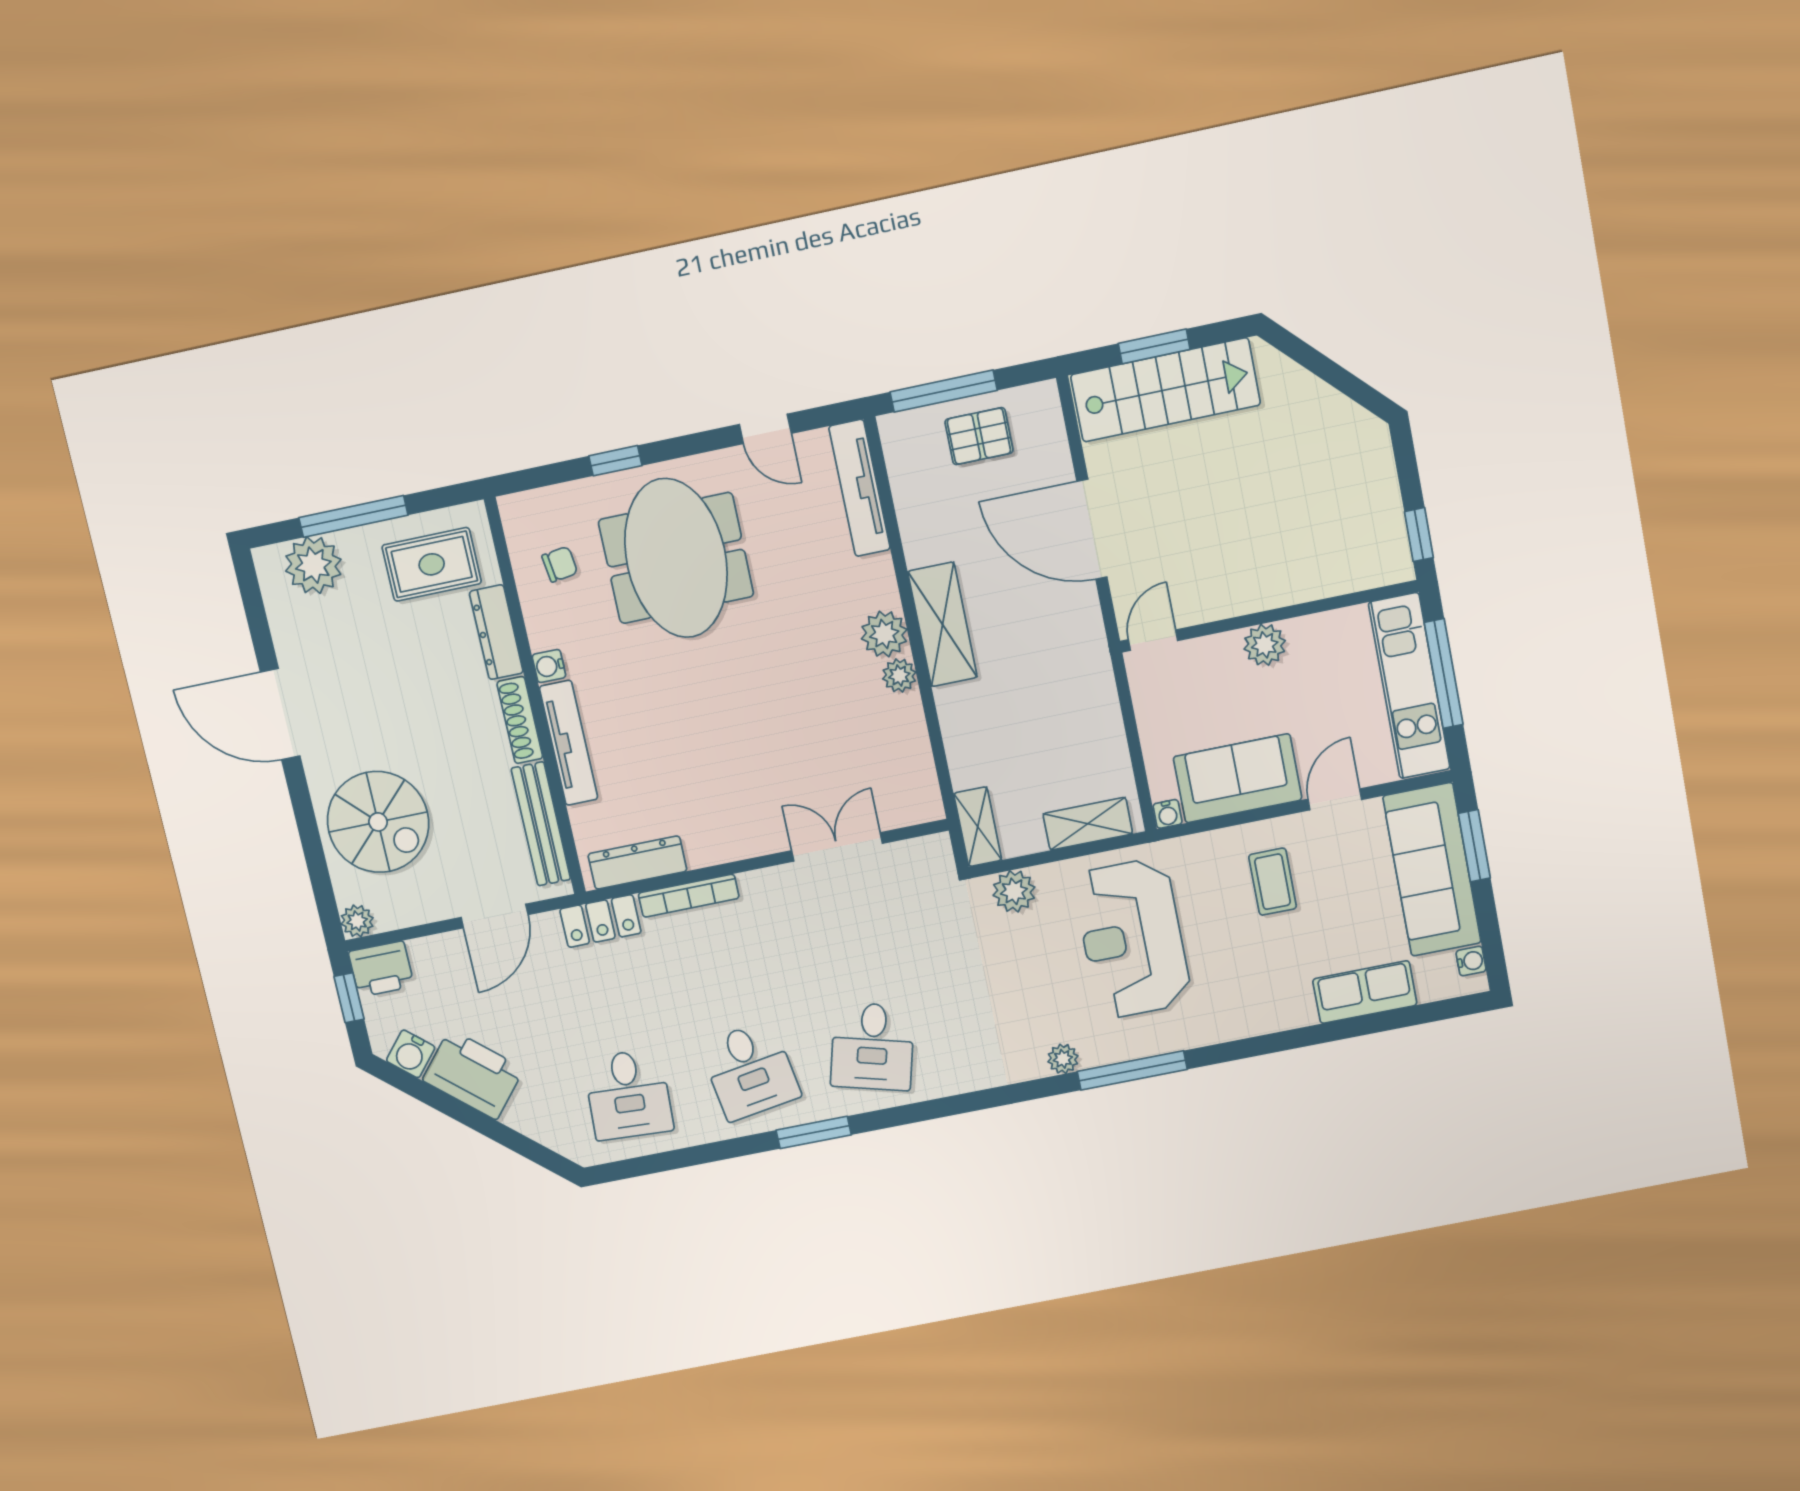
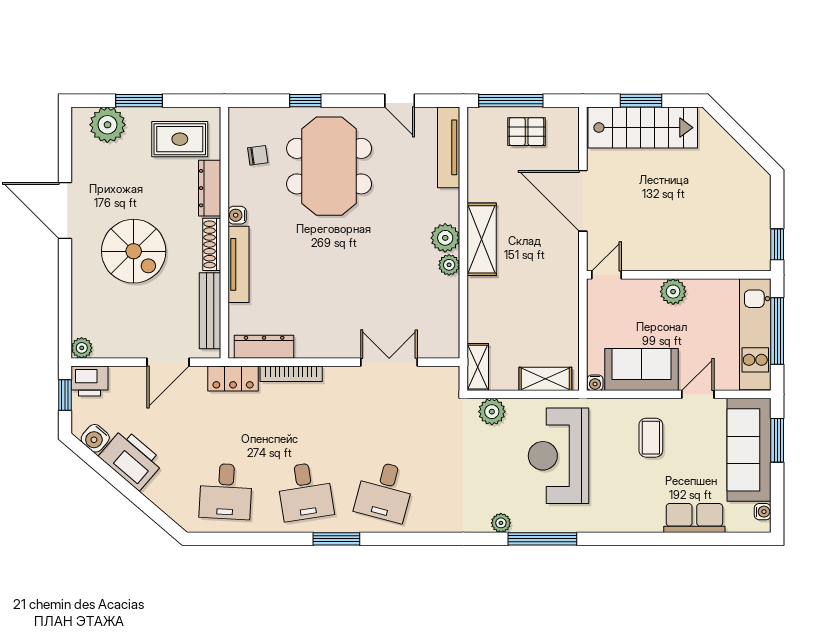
window: (353, 516) -> (139, 101), width x0.69
spiral stairs: (378, 822) -> (134, 251), moved

